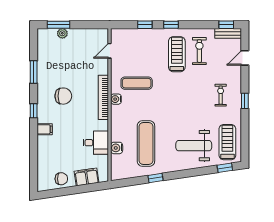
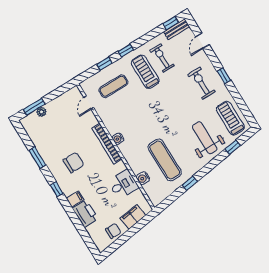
exercise mat: (137, 83) -> (113, 86), moved
exercise bike: (221, 95) -> (201, 83), width x1.38, depth x1.39
weight bench: (194, 146) -> (205, 138), turned 90
printer: (46, 148) -> (85, 214), added
window: (225, 168) -> (233, 147), moved

